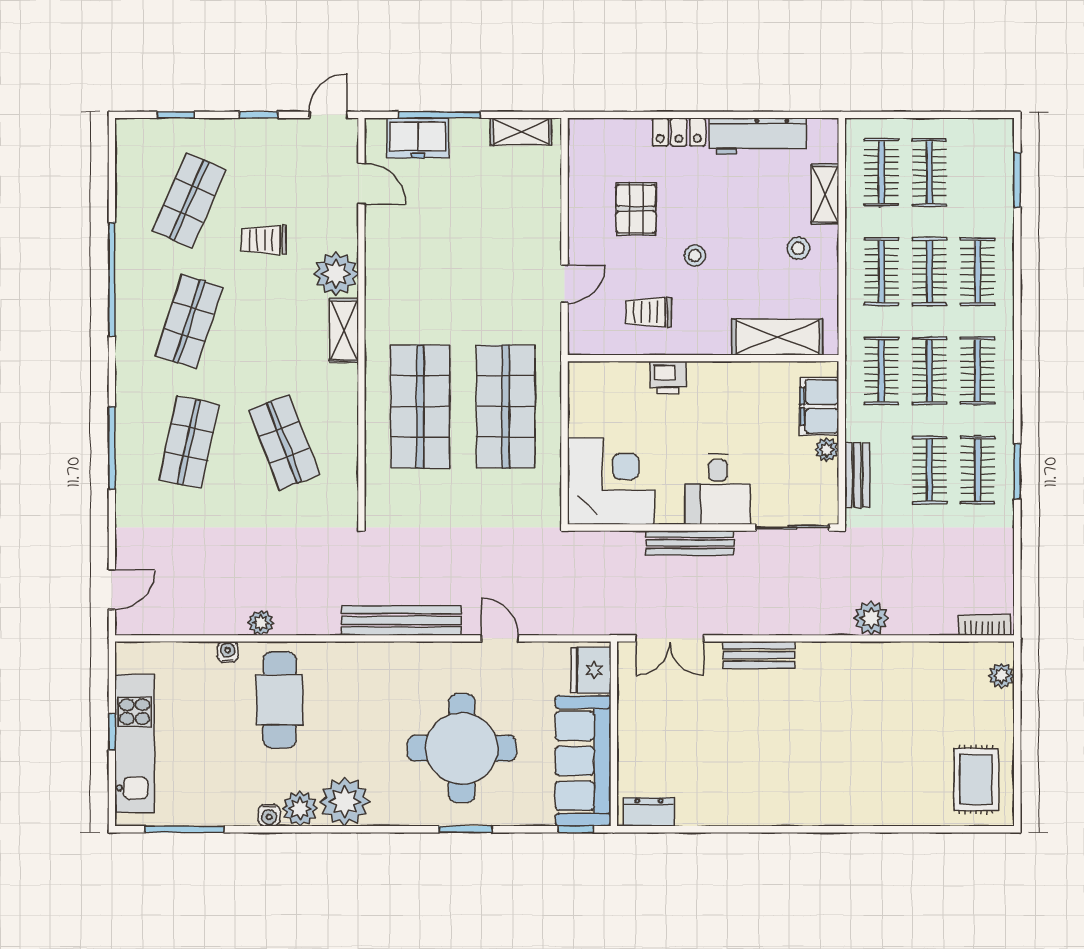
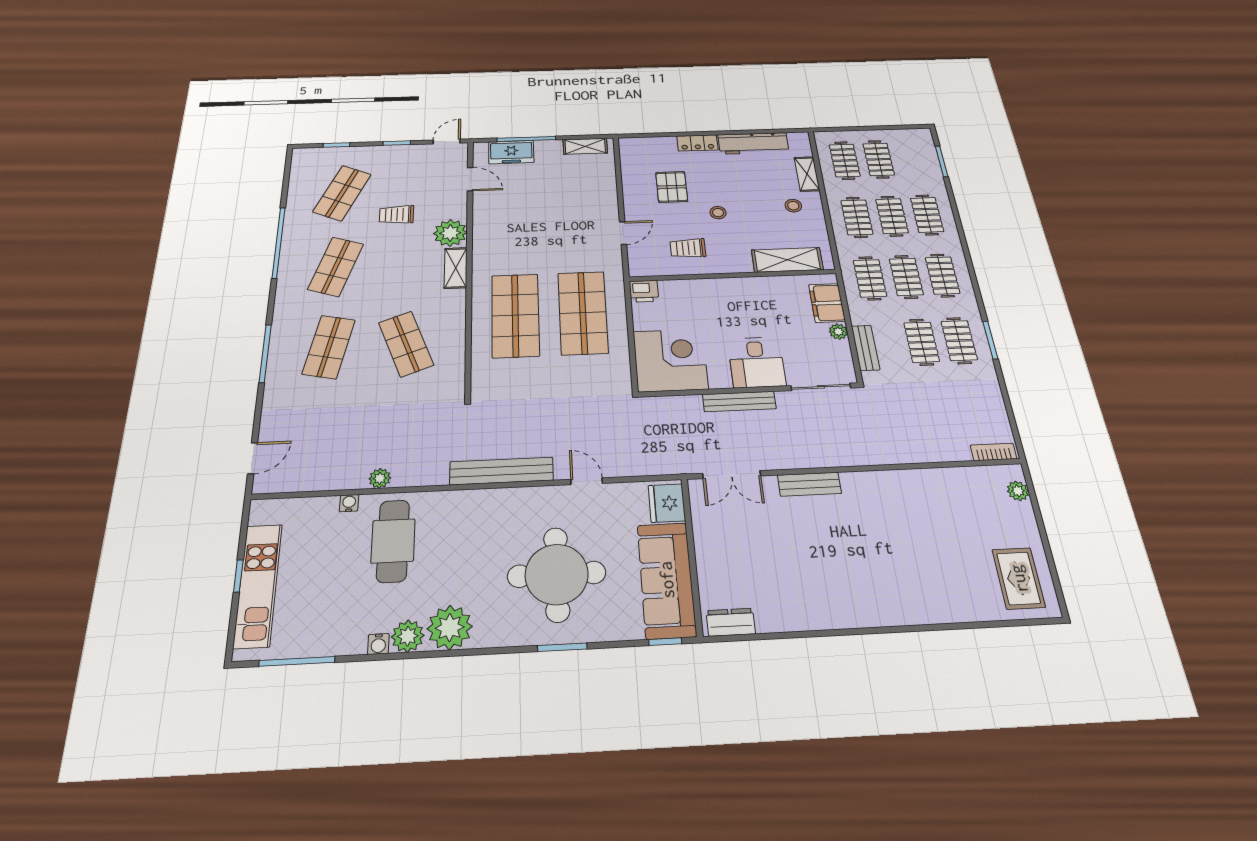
printer: (668, 378) -> (644, 291), moved
plant: (871, 618) -> (898, 451), removed

